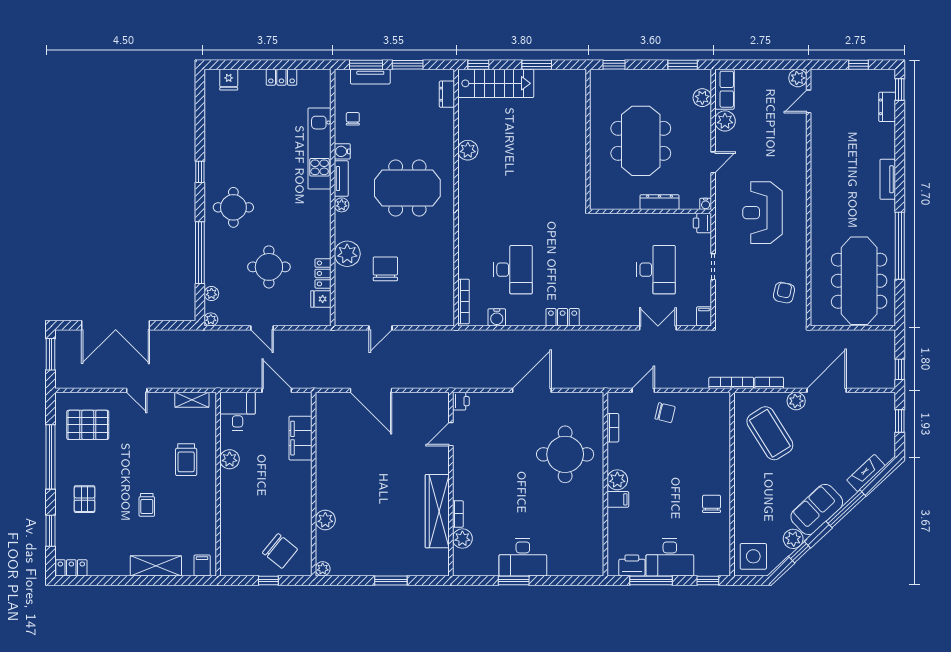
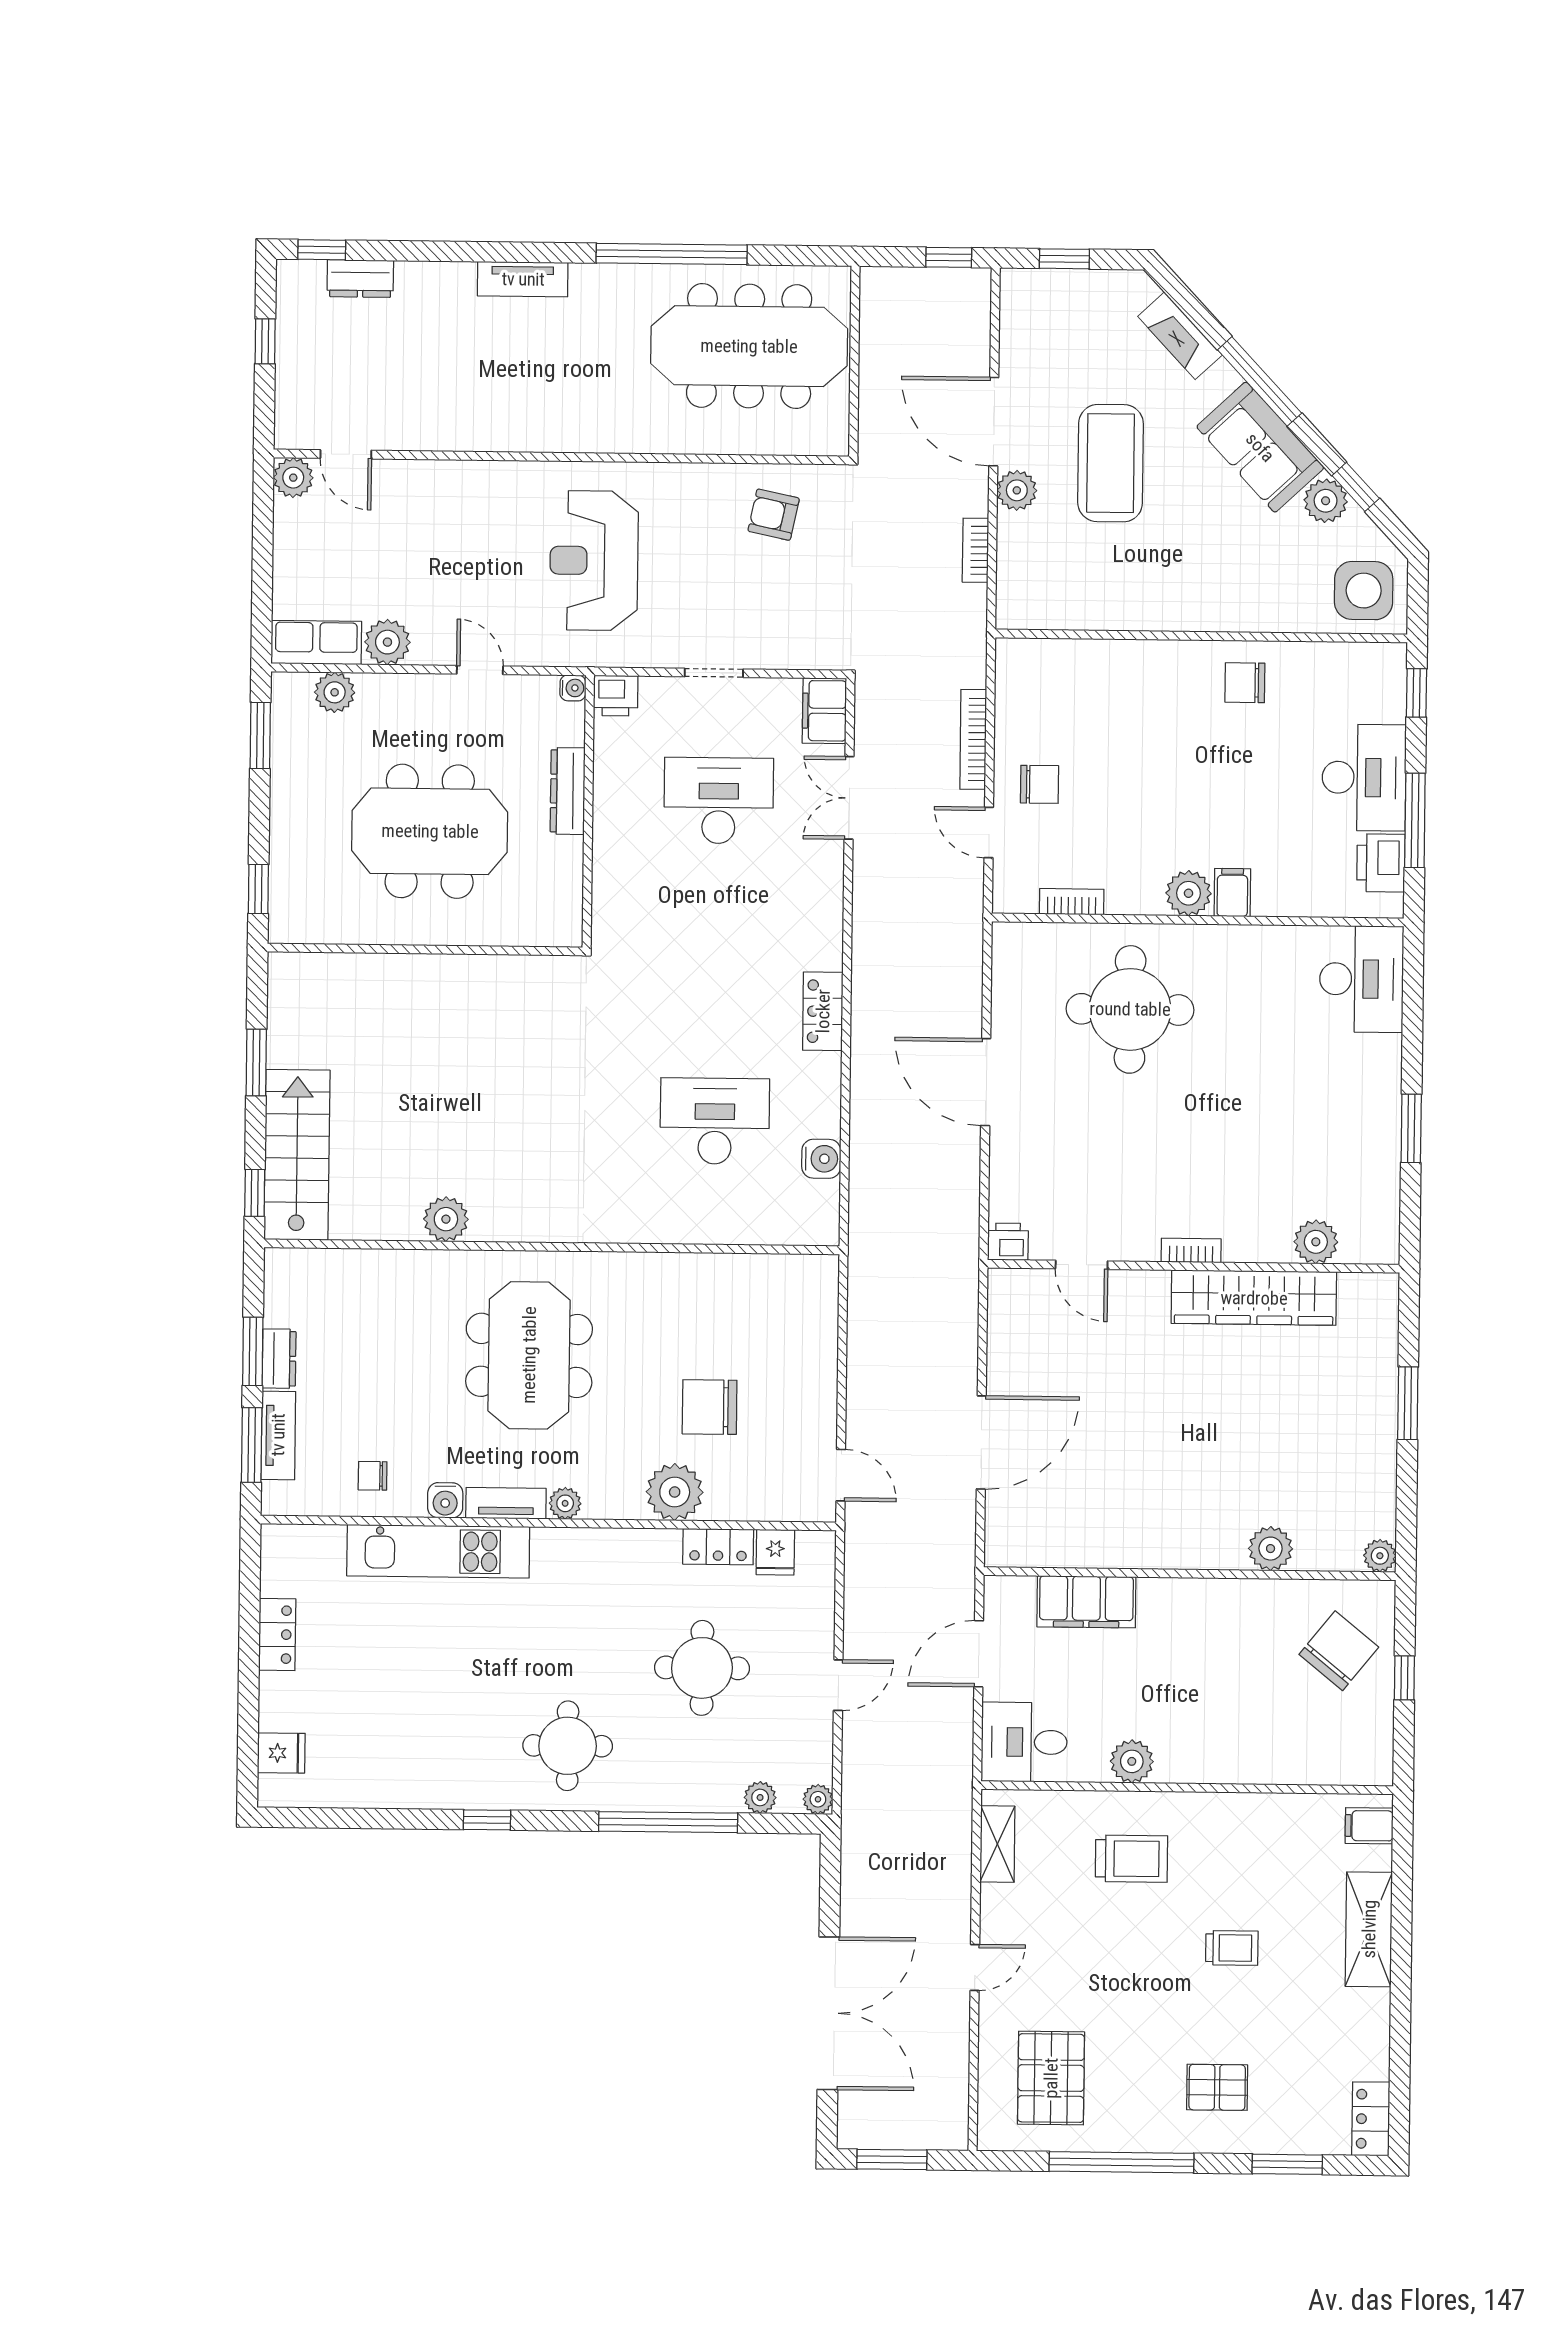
dresser: (447, 94) -> (279, 1359), moved, turned -90
reception desk: (762, 213) -> (594, 561), turned 90
bookcase: (463, 302) -> (785, 1233), removed
filing cabinet: (704, 316) -> (824, 711), width x2.00
door: (381, 328) -> (841, 1475), moved
bookcase: (731, 383) -> (973, 739), moved
chair: (665, 413) -> (1040, 784), turned 76
coffee table: (770, 433) -> (1111, 463), moved, turned -58
bookcase: (458, 514) -> (1191, 1250), moved
desk: (523, 557) -> (1362, 979), moved

